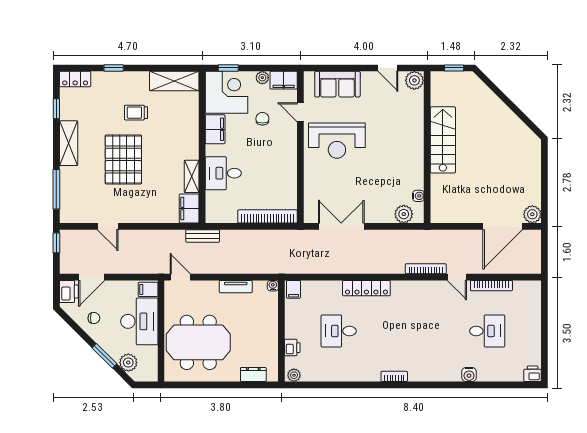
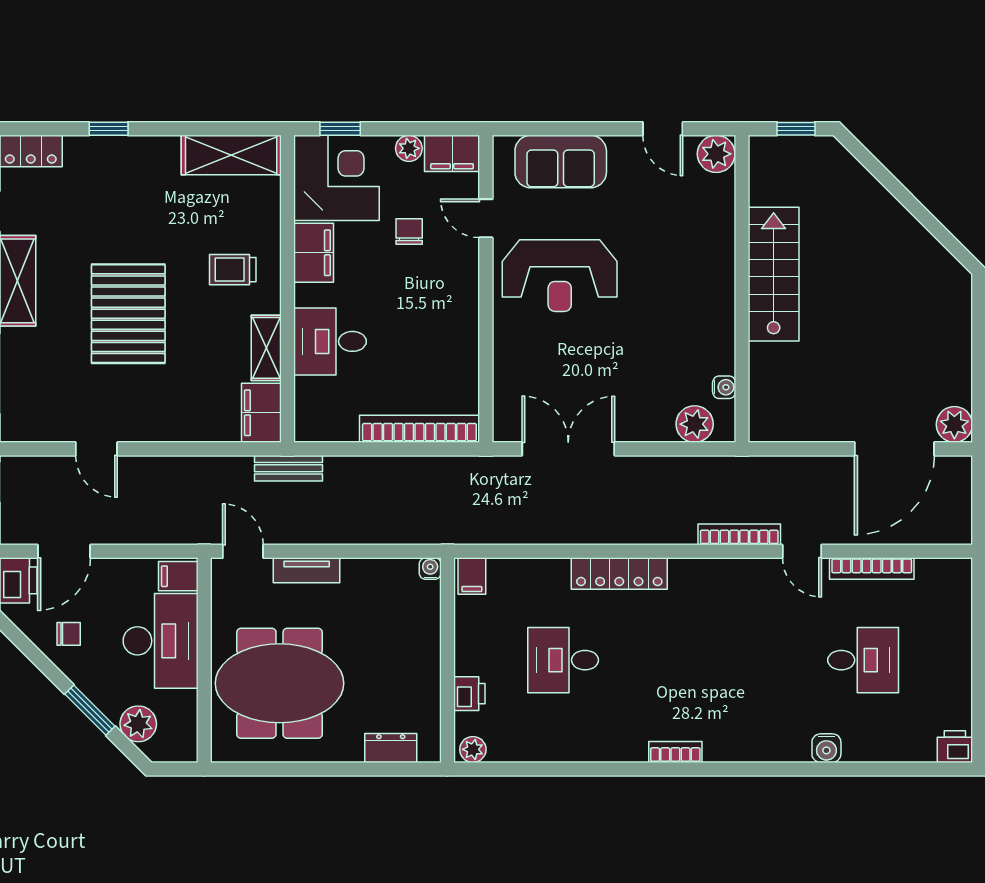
trolley: (136, 113) -> (233, 270), moved
tv unit: (236, 287) -> (307, 570), moved

